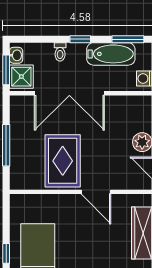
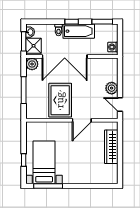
bathtub: (111, 54) -> (79, 31), moved
plant: (19, 105) -> (32, 64), added
door: (96, 192) -> (82, 120), hinge flipped

